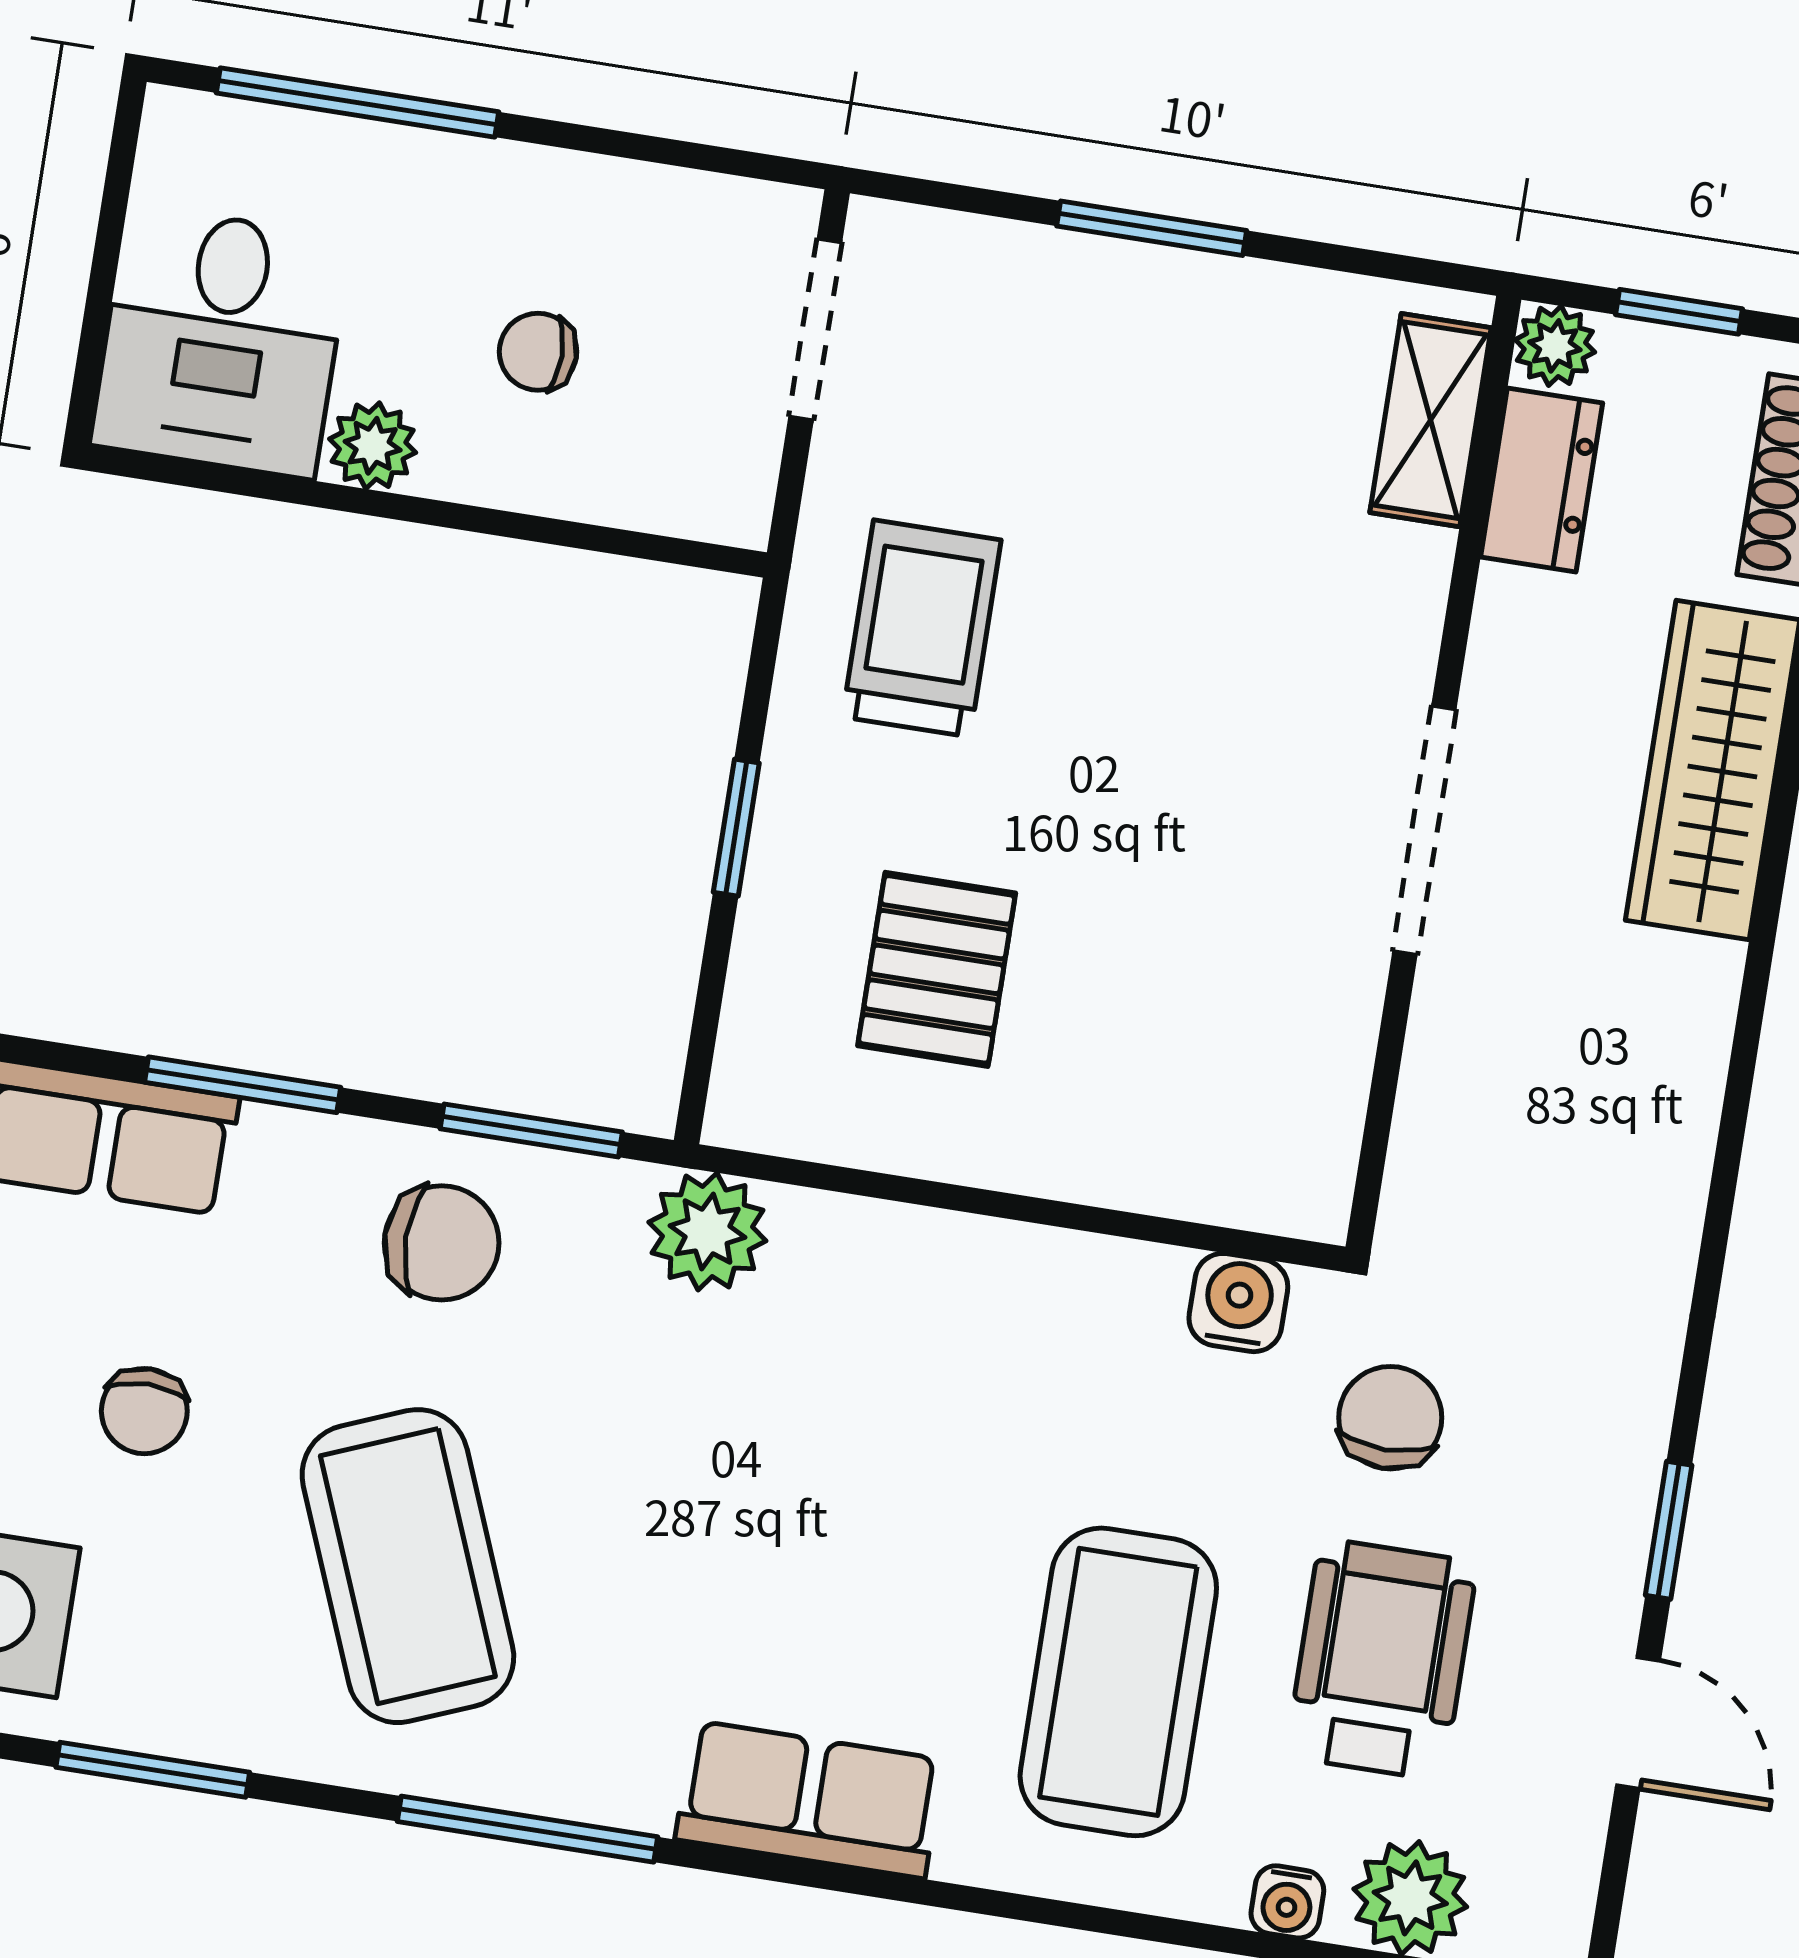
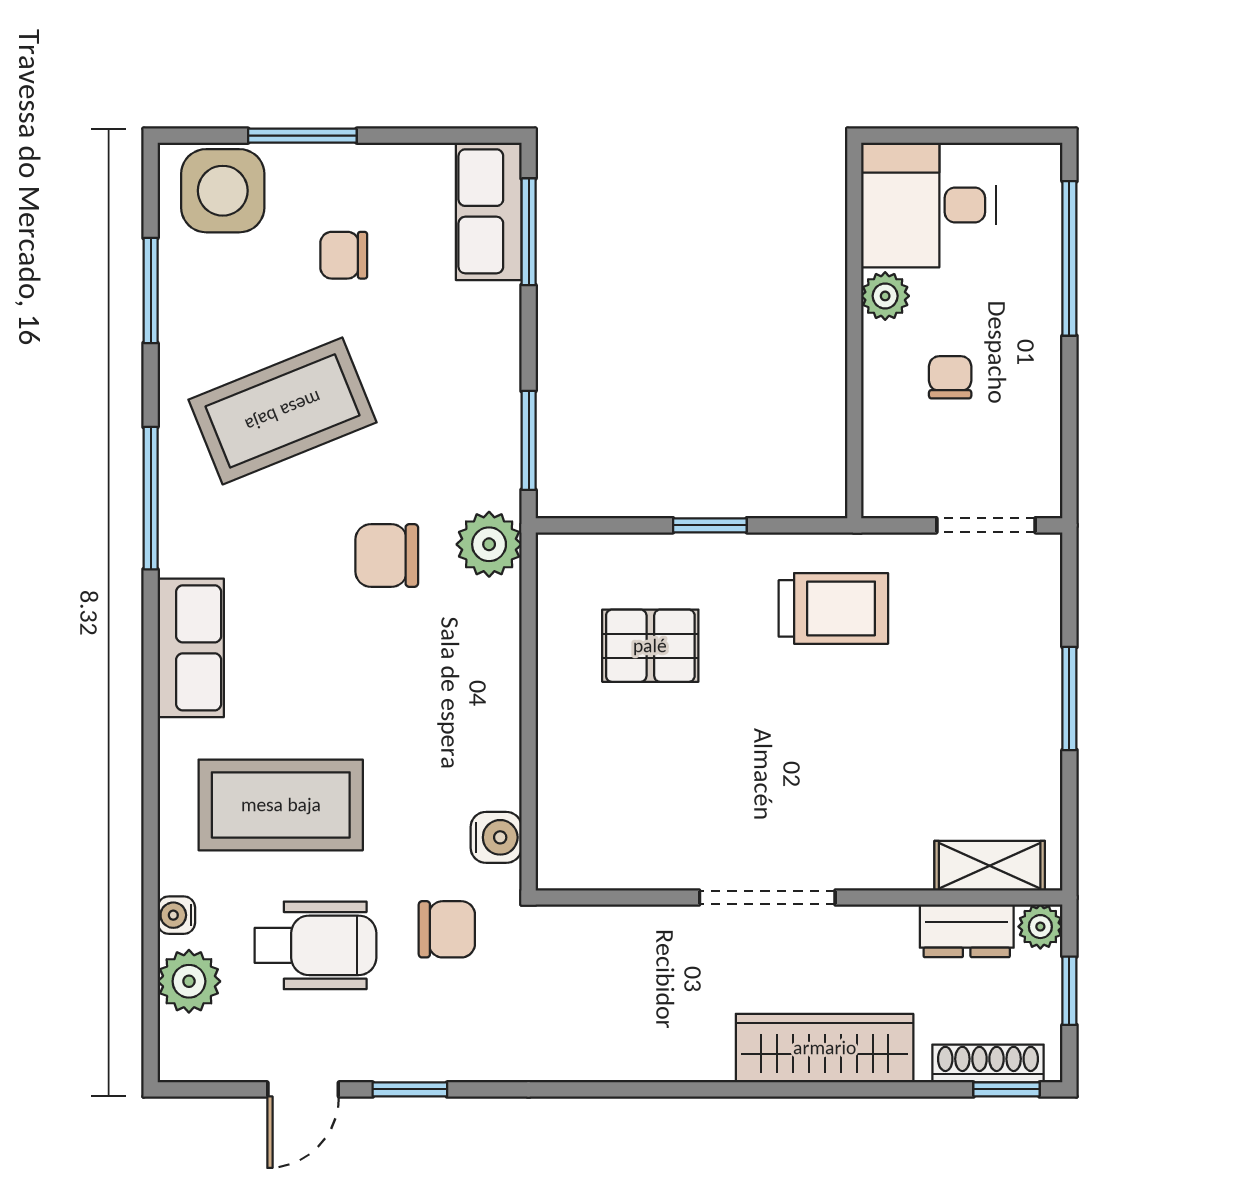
window: (243, 1085) -> (529, 232), moved
chair: (442, 1243) -> (387, 555), moved, turned 90

